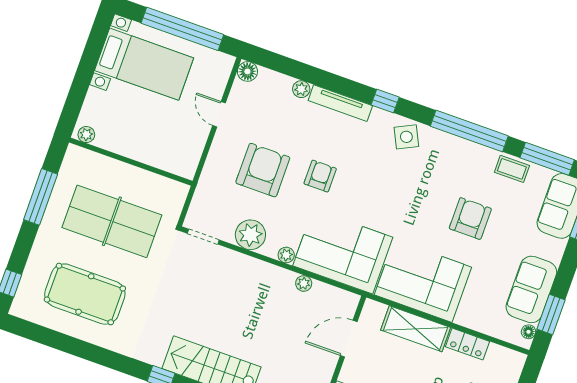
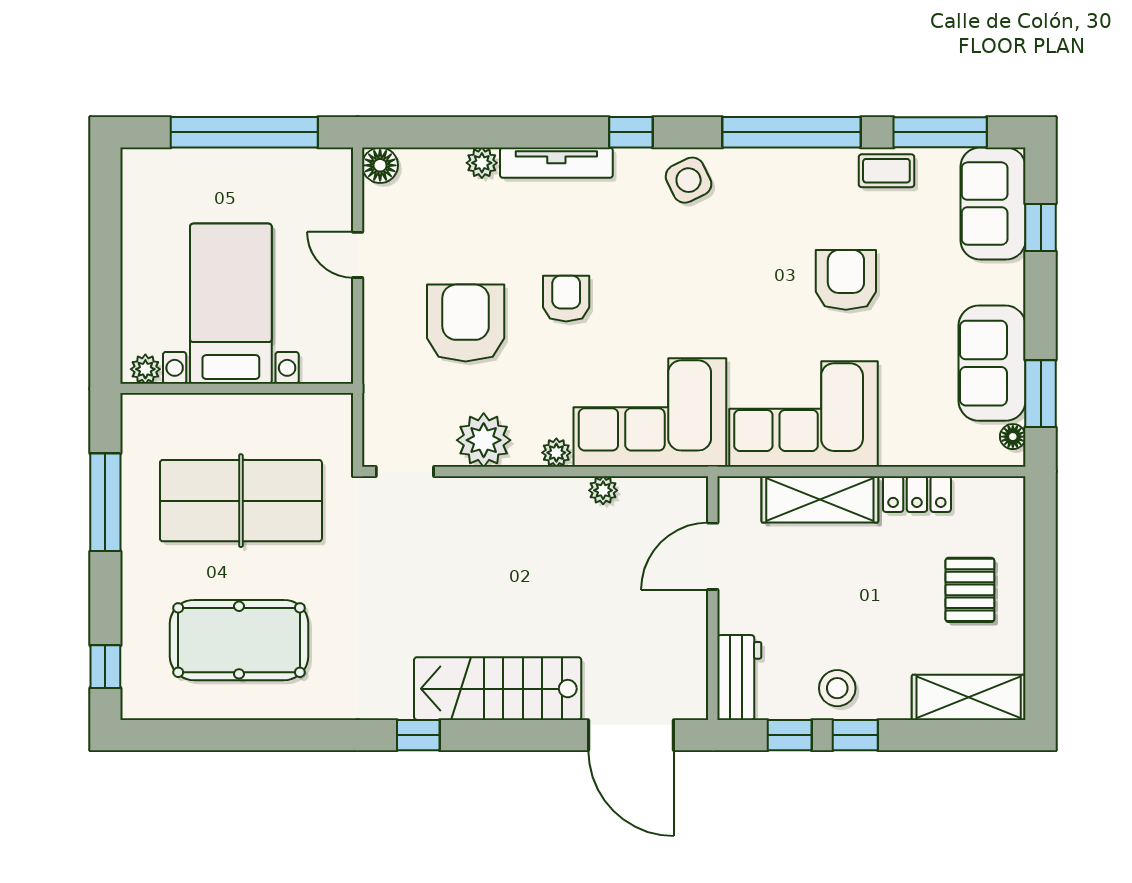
bed with nightstands: (144, 64) -> (231, 304), moved, turned -90

